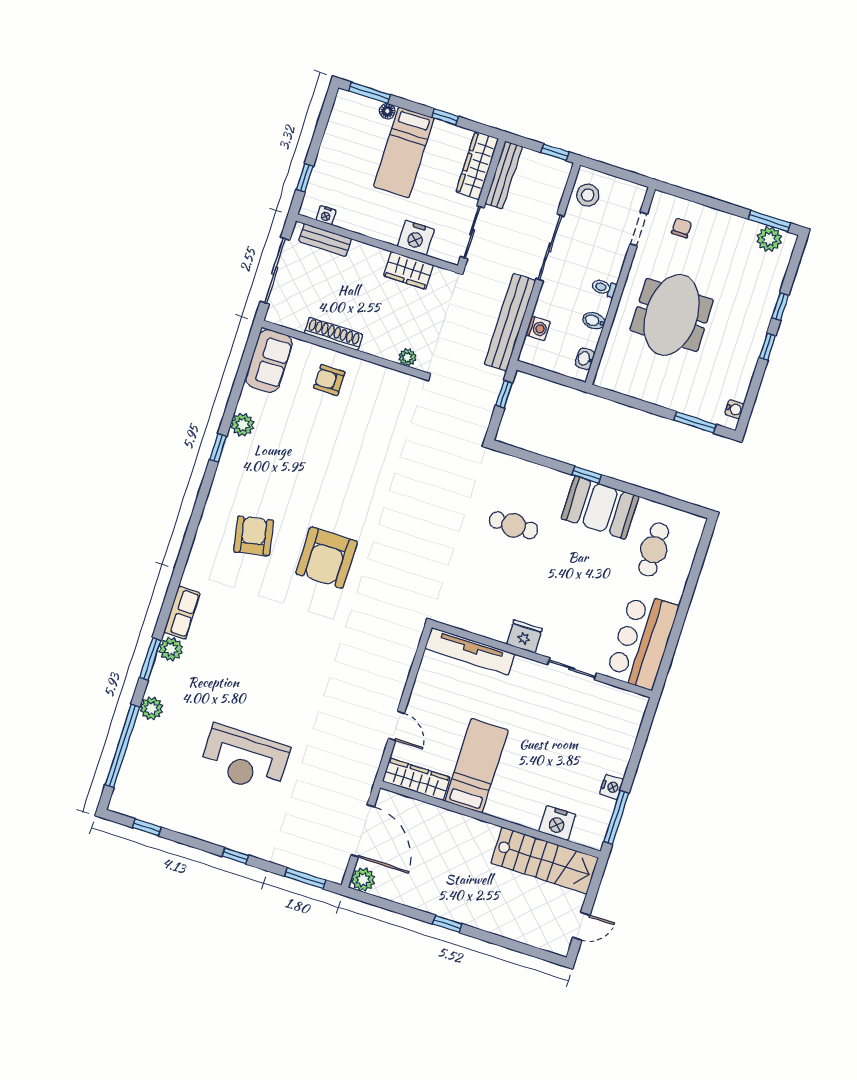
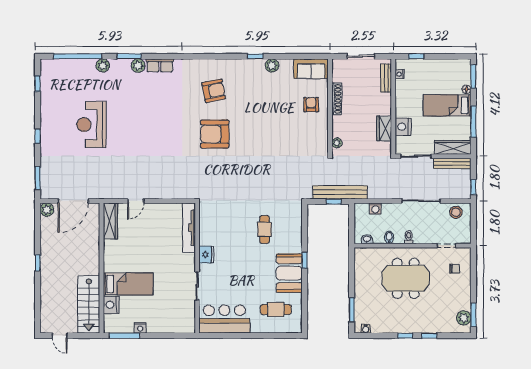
window: (445, 117) -> (473, 122), width x2.17
sliding door: (275, 271) -> (361, 56), width x0.73
bench: (510, 322) -> (340, 192), moved
bed: (477, 766) -> (128, 284), moved

